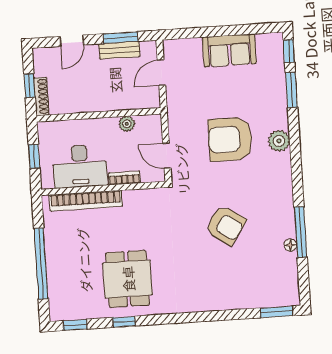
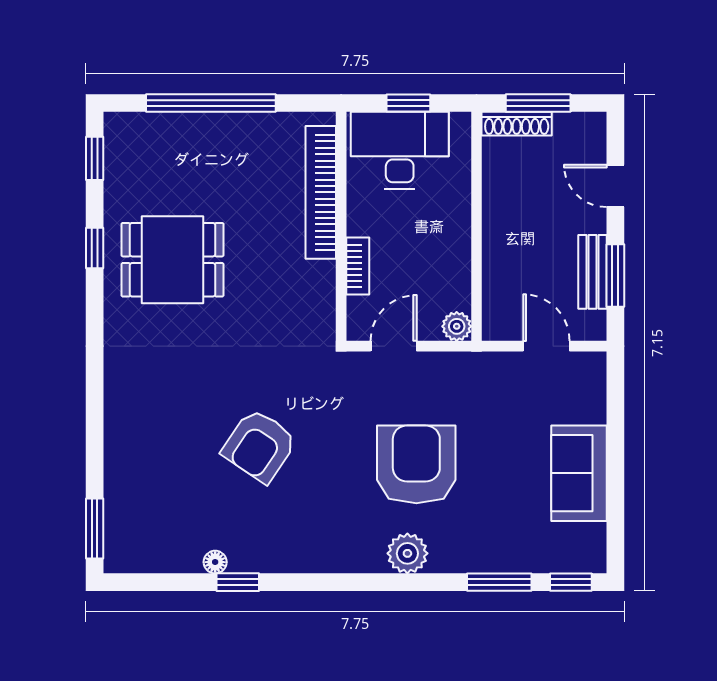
window: (30, 86) -> (538, 103), width x1.50
plant: (127, 124) -> (457, 326), moved
desk: (80, 166) -> (400, 150), moved, turned 90
window: (301, 232) -> (238, 582), width x0.46

